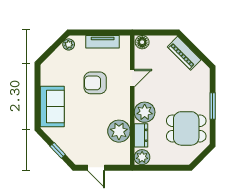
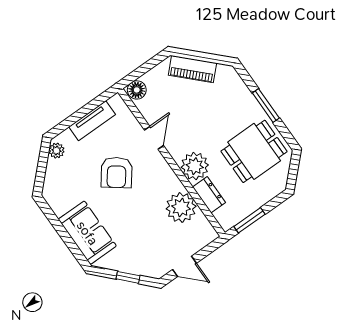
armchair: (95, 83) -> (117, 172), turned -53
plant: (142, 157) -> (227, 218), removed
window: (154, 168) -> (249, 220), added

